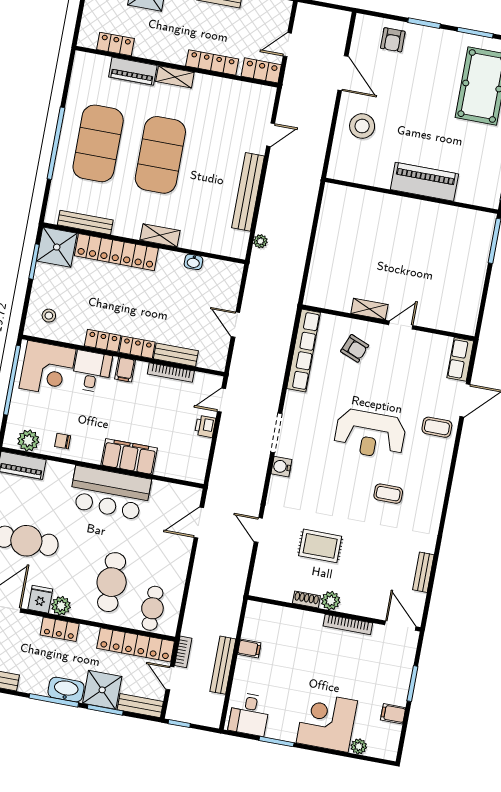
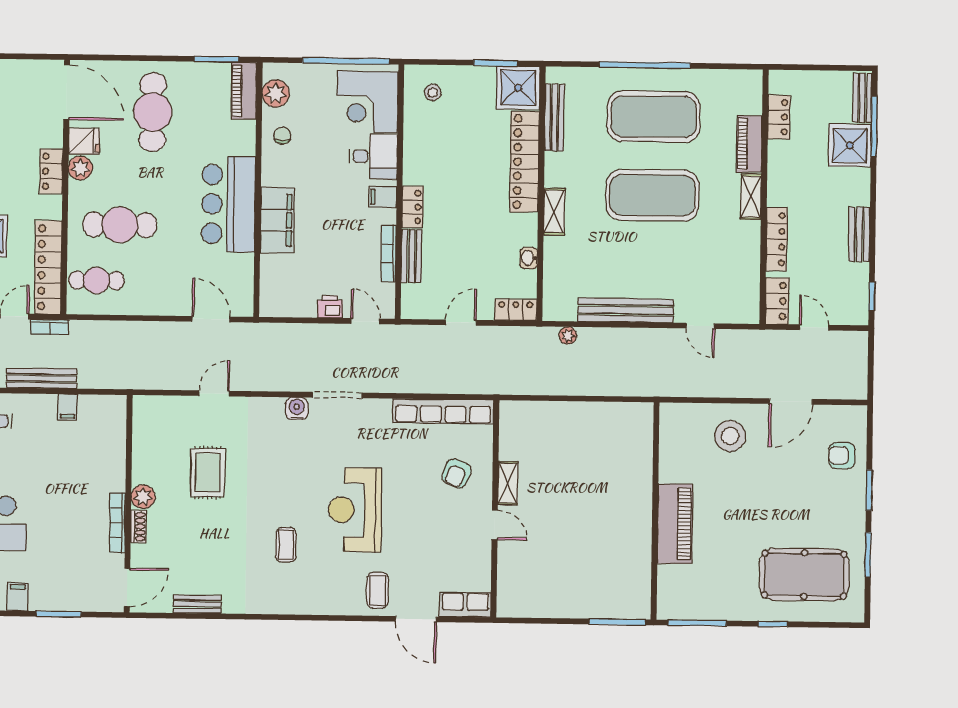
locker: (103, 341) -> (516, 310), moved, turned -90
shoe rack: (306, 600) -> (138, 527), moved

